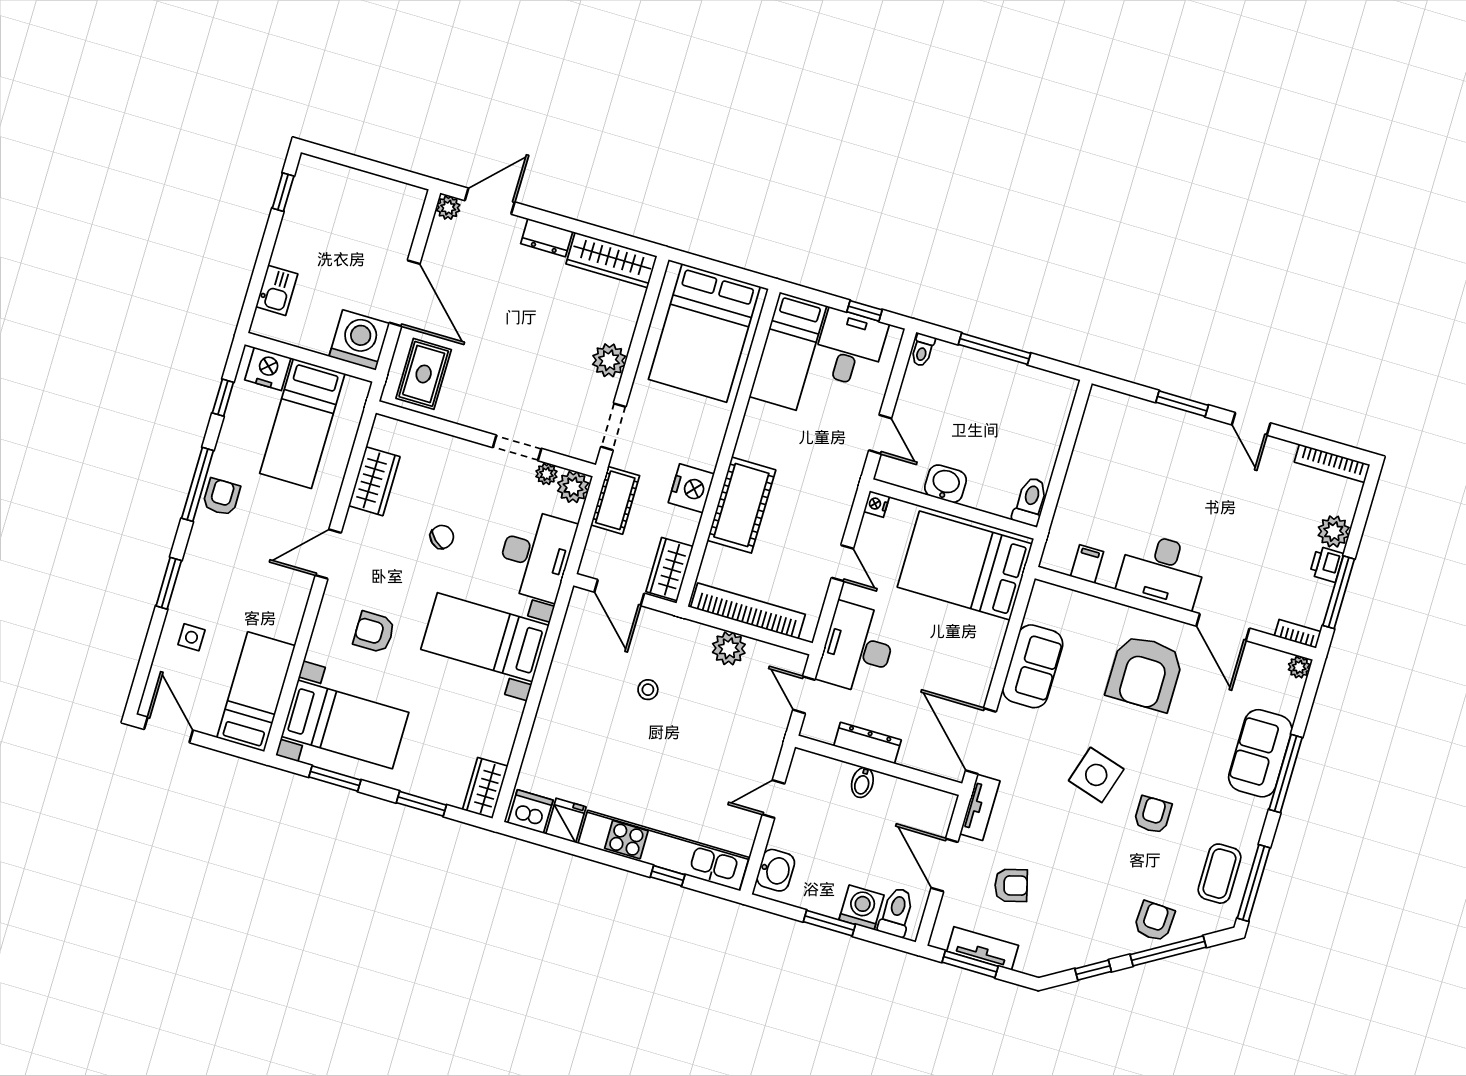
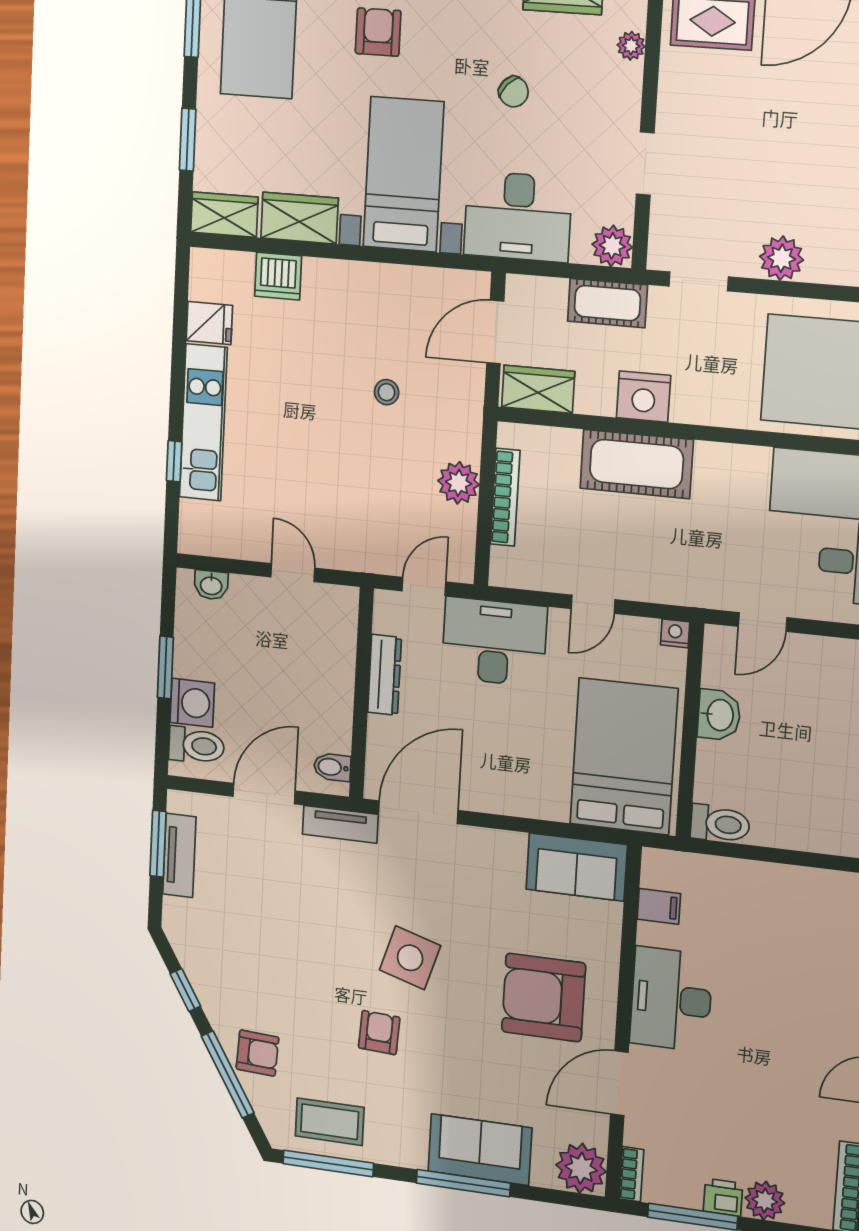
plant: (546, 474) -> (631, 46), moved
bookcase: (748, 611) -> (505, 497), width x0.68, depth x0.76
sofa: (1033, 666) -> (577, 867), moved
plant: (1299, 667) -> (581, 1168), width x1.88, depth x1.88
wardrobe: (501, 728) -> (300, 218), added
bidet: (862, 782) -> (332, 767), moved
dishwasher: (530, 812) -> (278, 276), moved, turned 90
armchair: (1153, 815) -> (379, 1033), turned -87
kitchen unit: (664, 850) -> (203, 422), width x0.73
washbasin: (776, 870) -> (211, 585), width x0.72, depth x0.69
armchair: (1011, 885) -> (259, 877), removed

